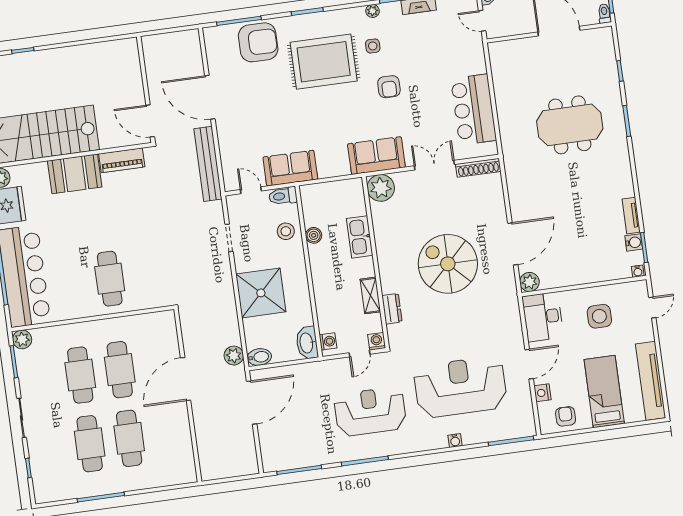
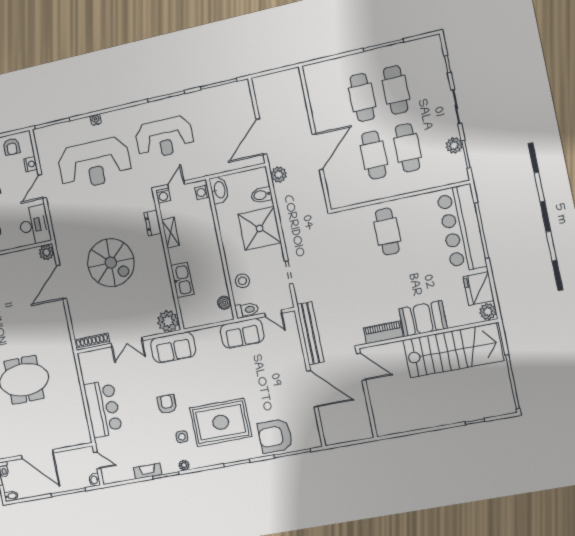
bar counter: (474, 110) -> (103, 409), moved
boiler: (314, 235) -> (224, 303), moved
plant: (22, 339) -> (454, 145), moved
bidet: (259, 357) -> (261, 195), moved

